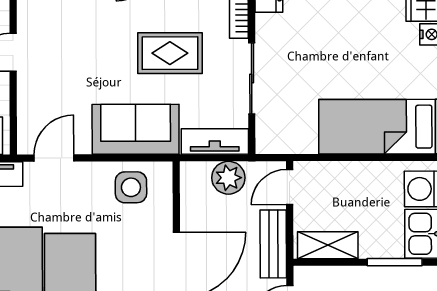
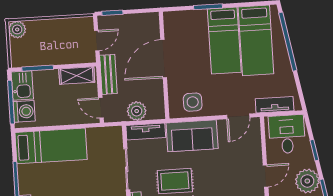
door: (290, 187) -> (101, 108), swing flipped

